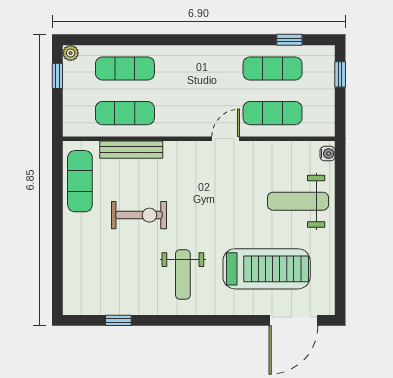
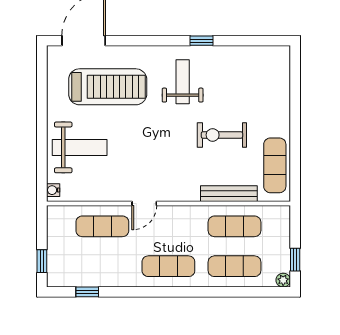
exercise mat: (273, 69) -> (168, 266), moved
treadmill: (267, 269) -> (108, 87), turned 180
window: (118, 320) -> (201, 41), moved

